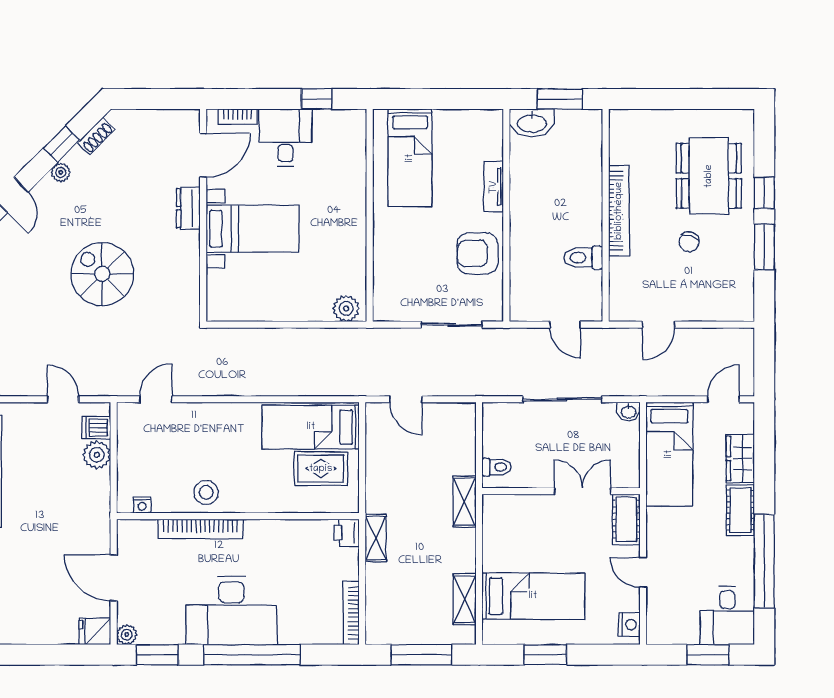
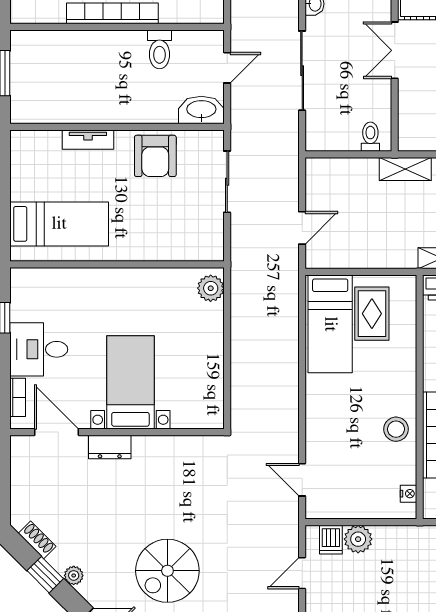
washbasin: (532, 123) -> (201, 110), moved, turned -90
spiral stairs: (102, 274) -> (167, 571), moved

